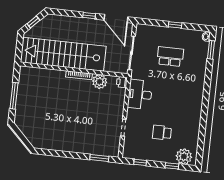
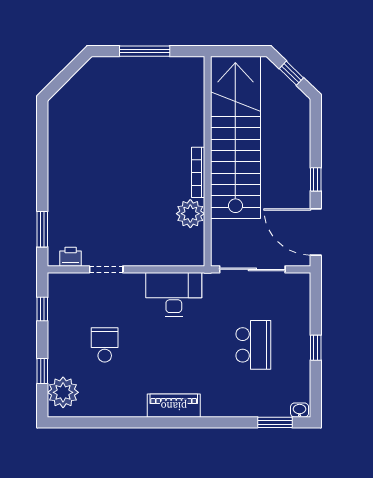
door: (116, 18) -> (316, 232), hinge flipped
printer: (122, 82) -> (71, 257), moved
piano: (197, 101) -> (174, 406), added

